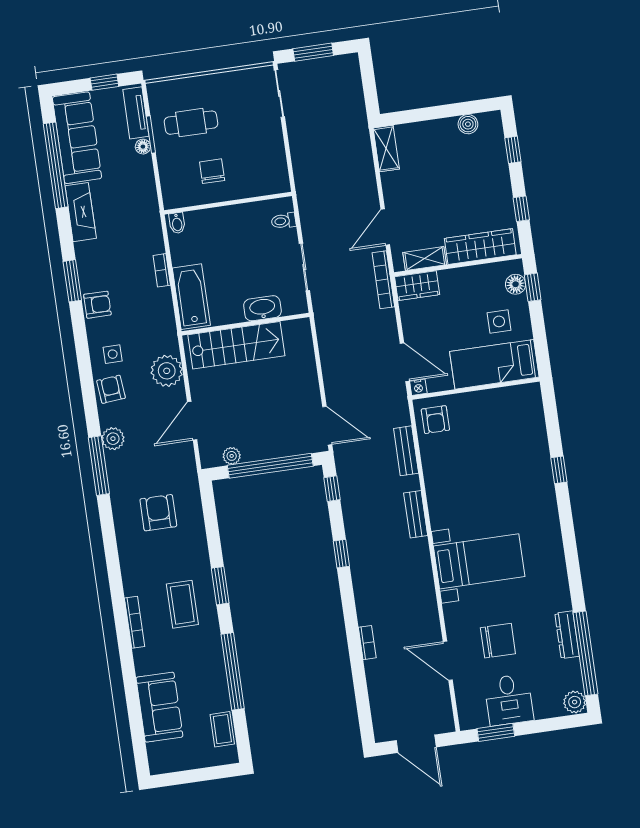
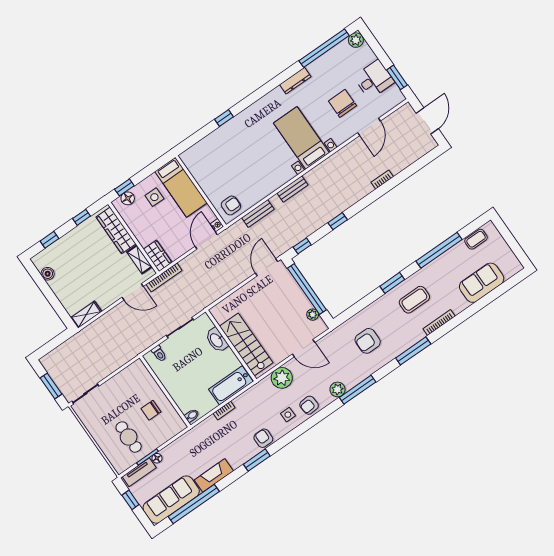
window: (114, 568) -> (413, 351), added
dresser: (567, 635) -> (295, 81), moved

